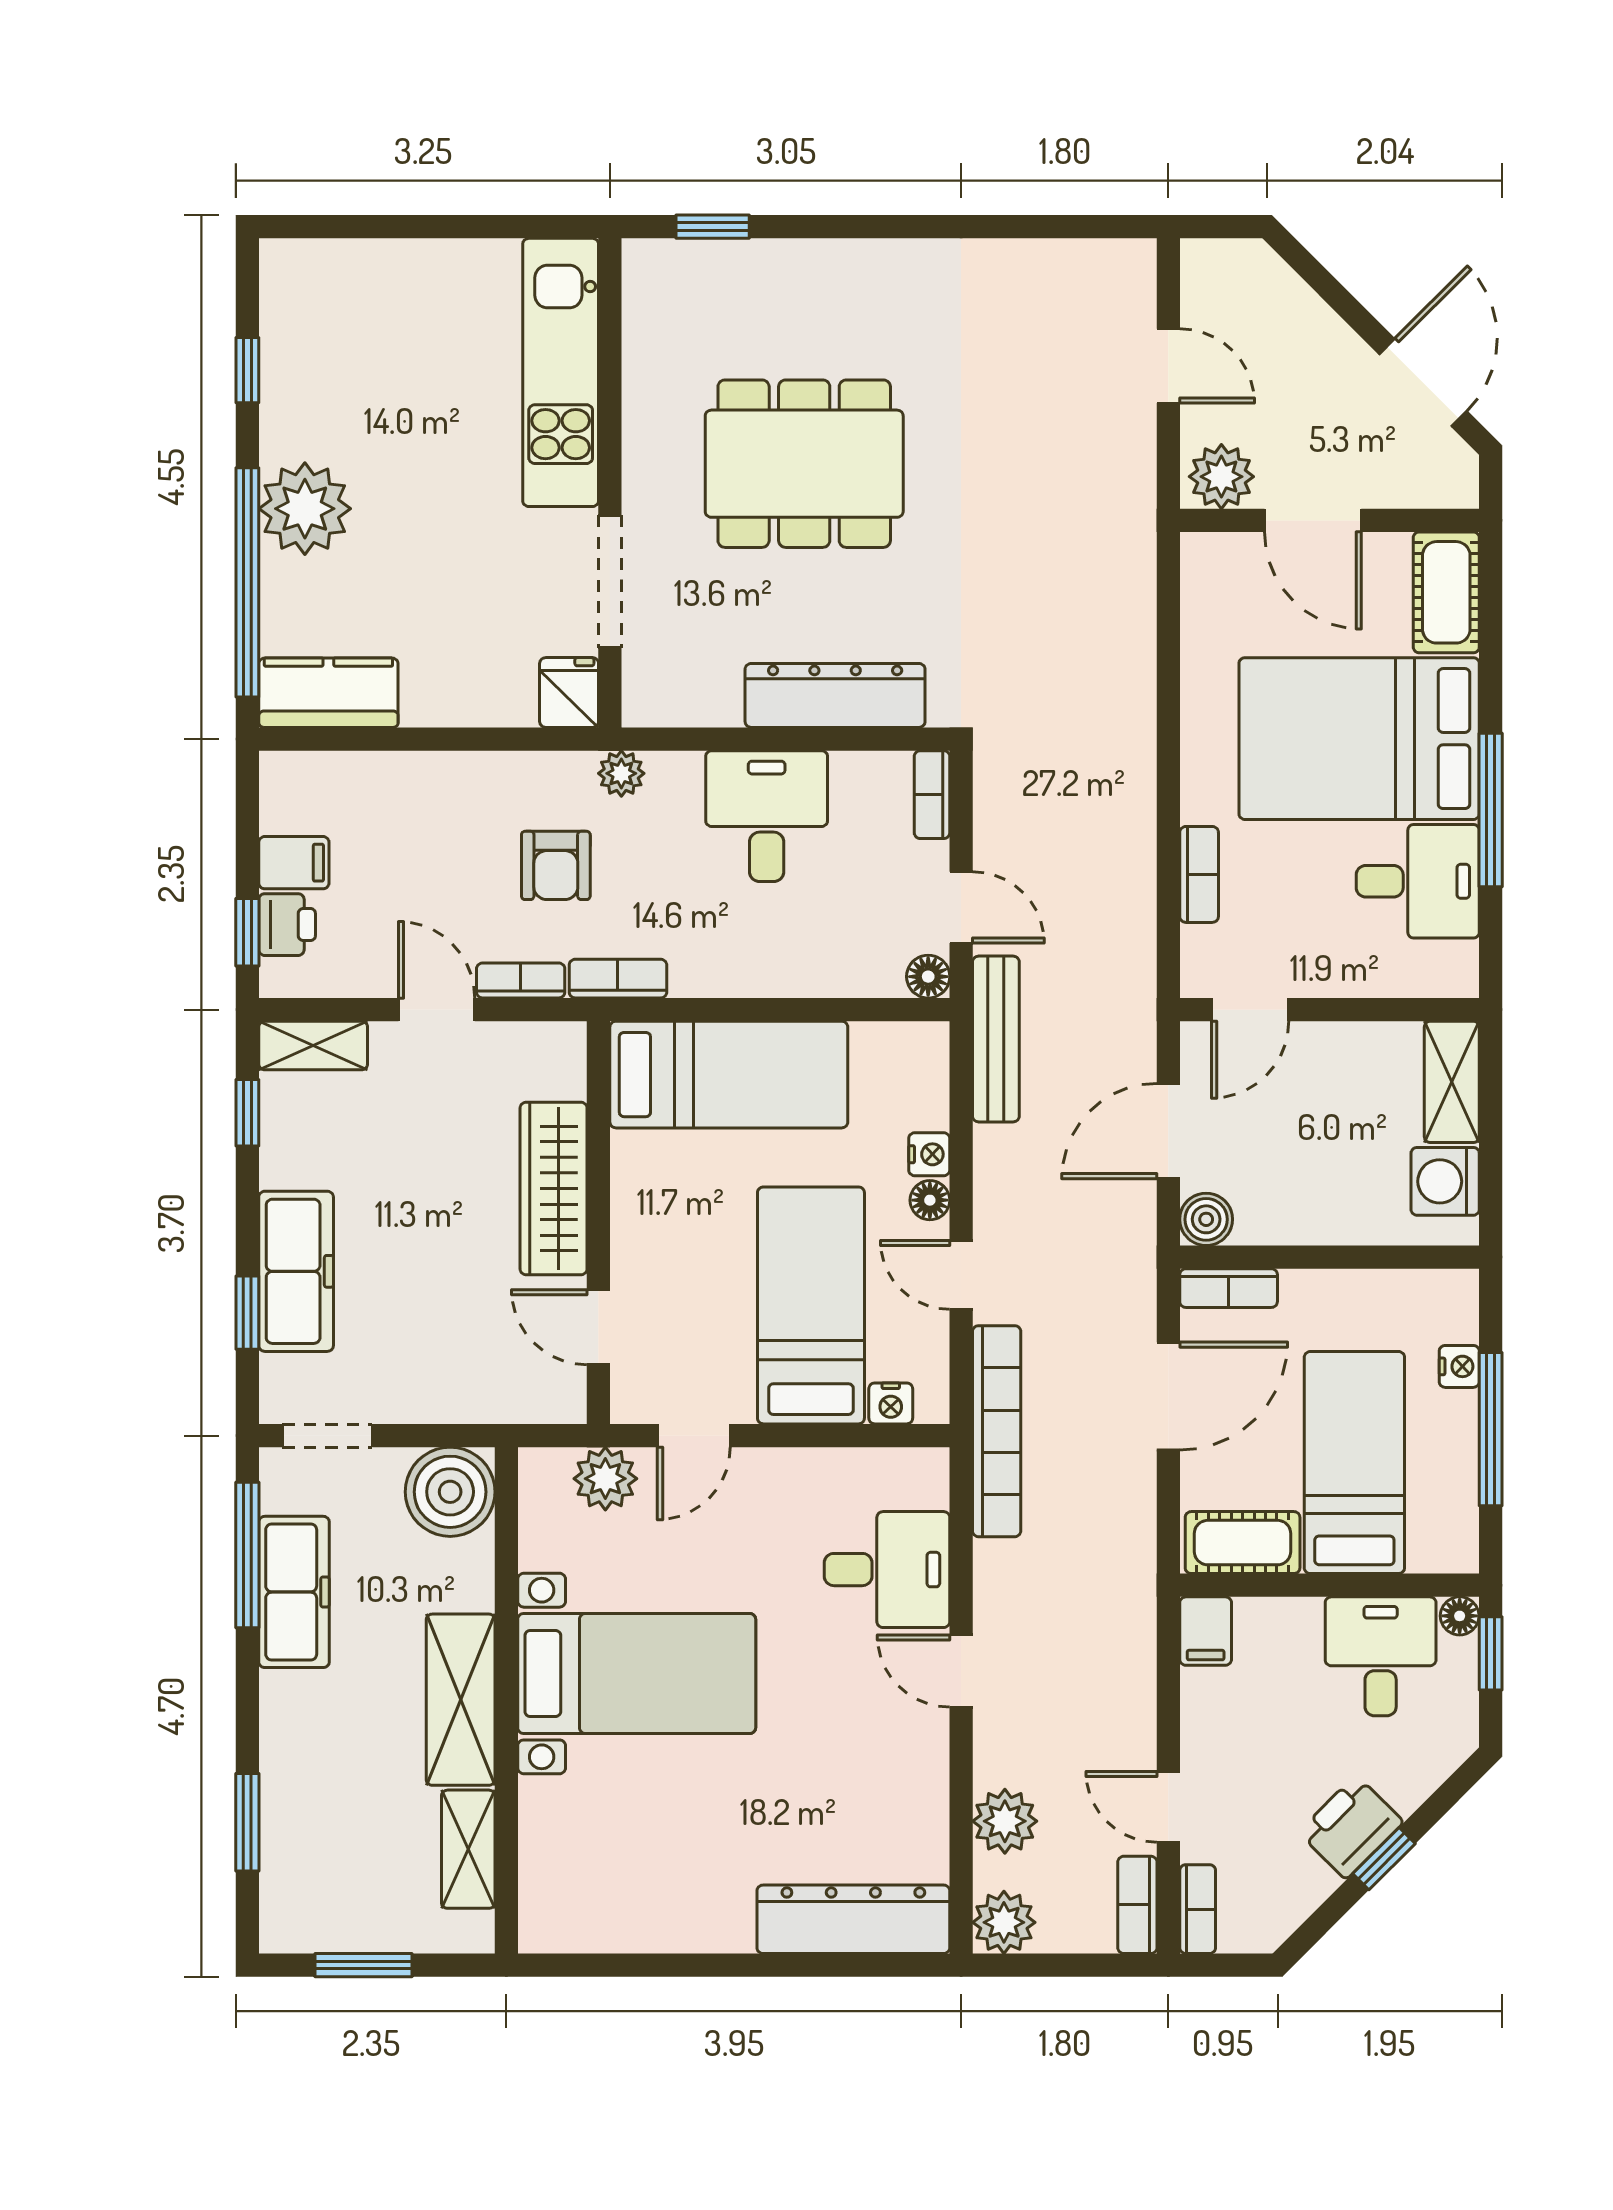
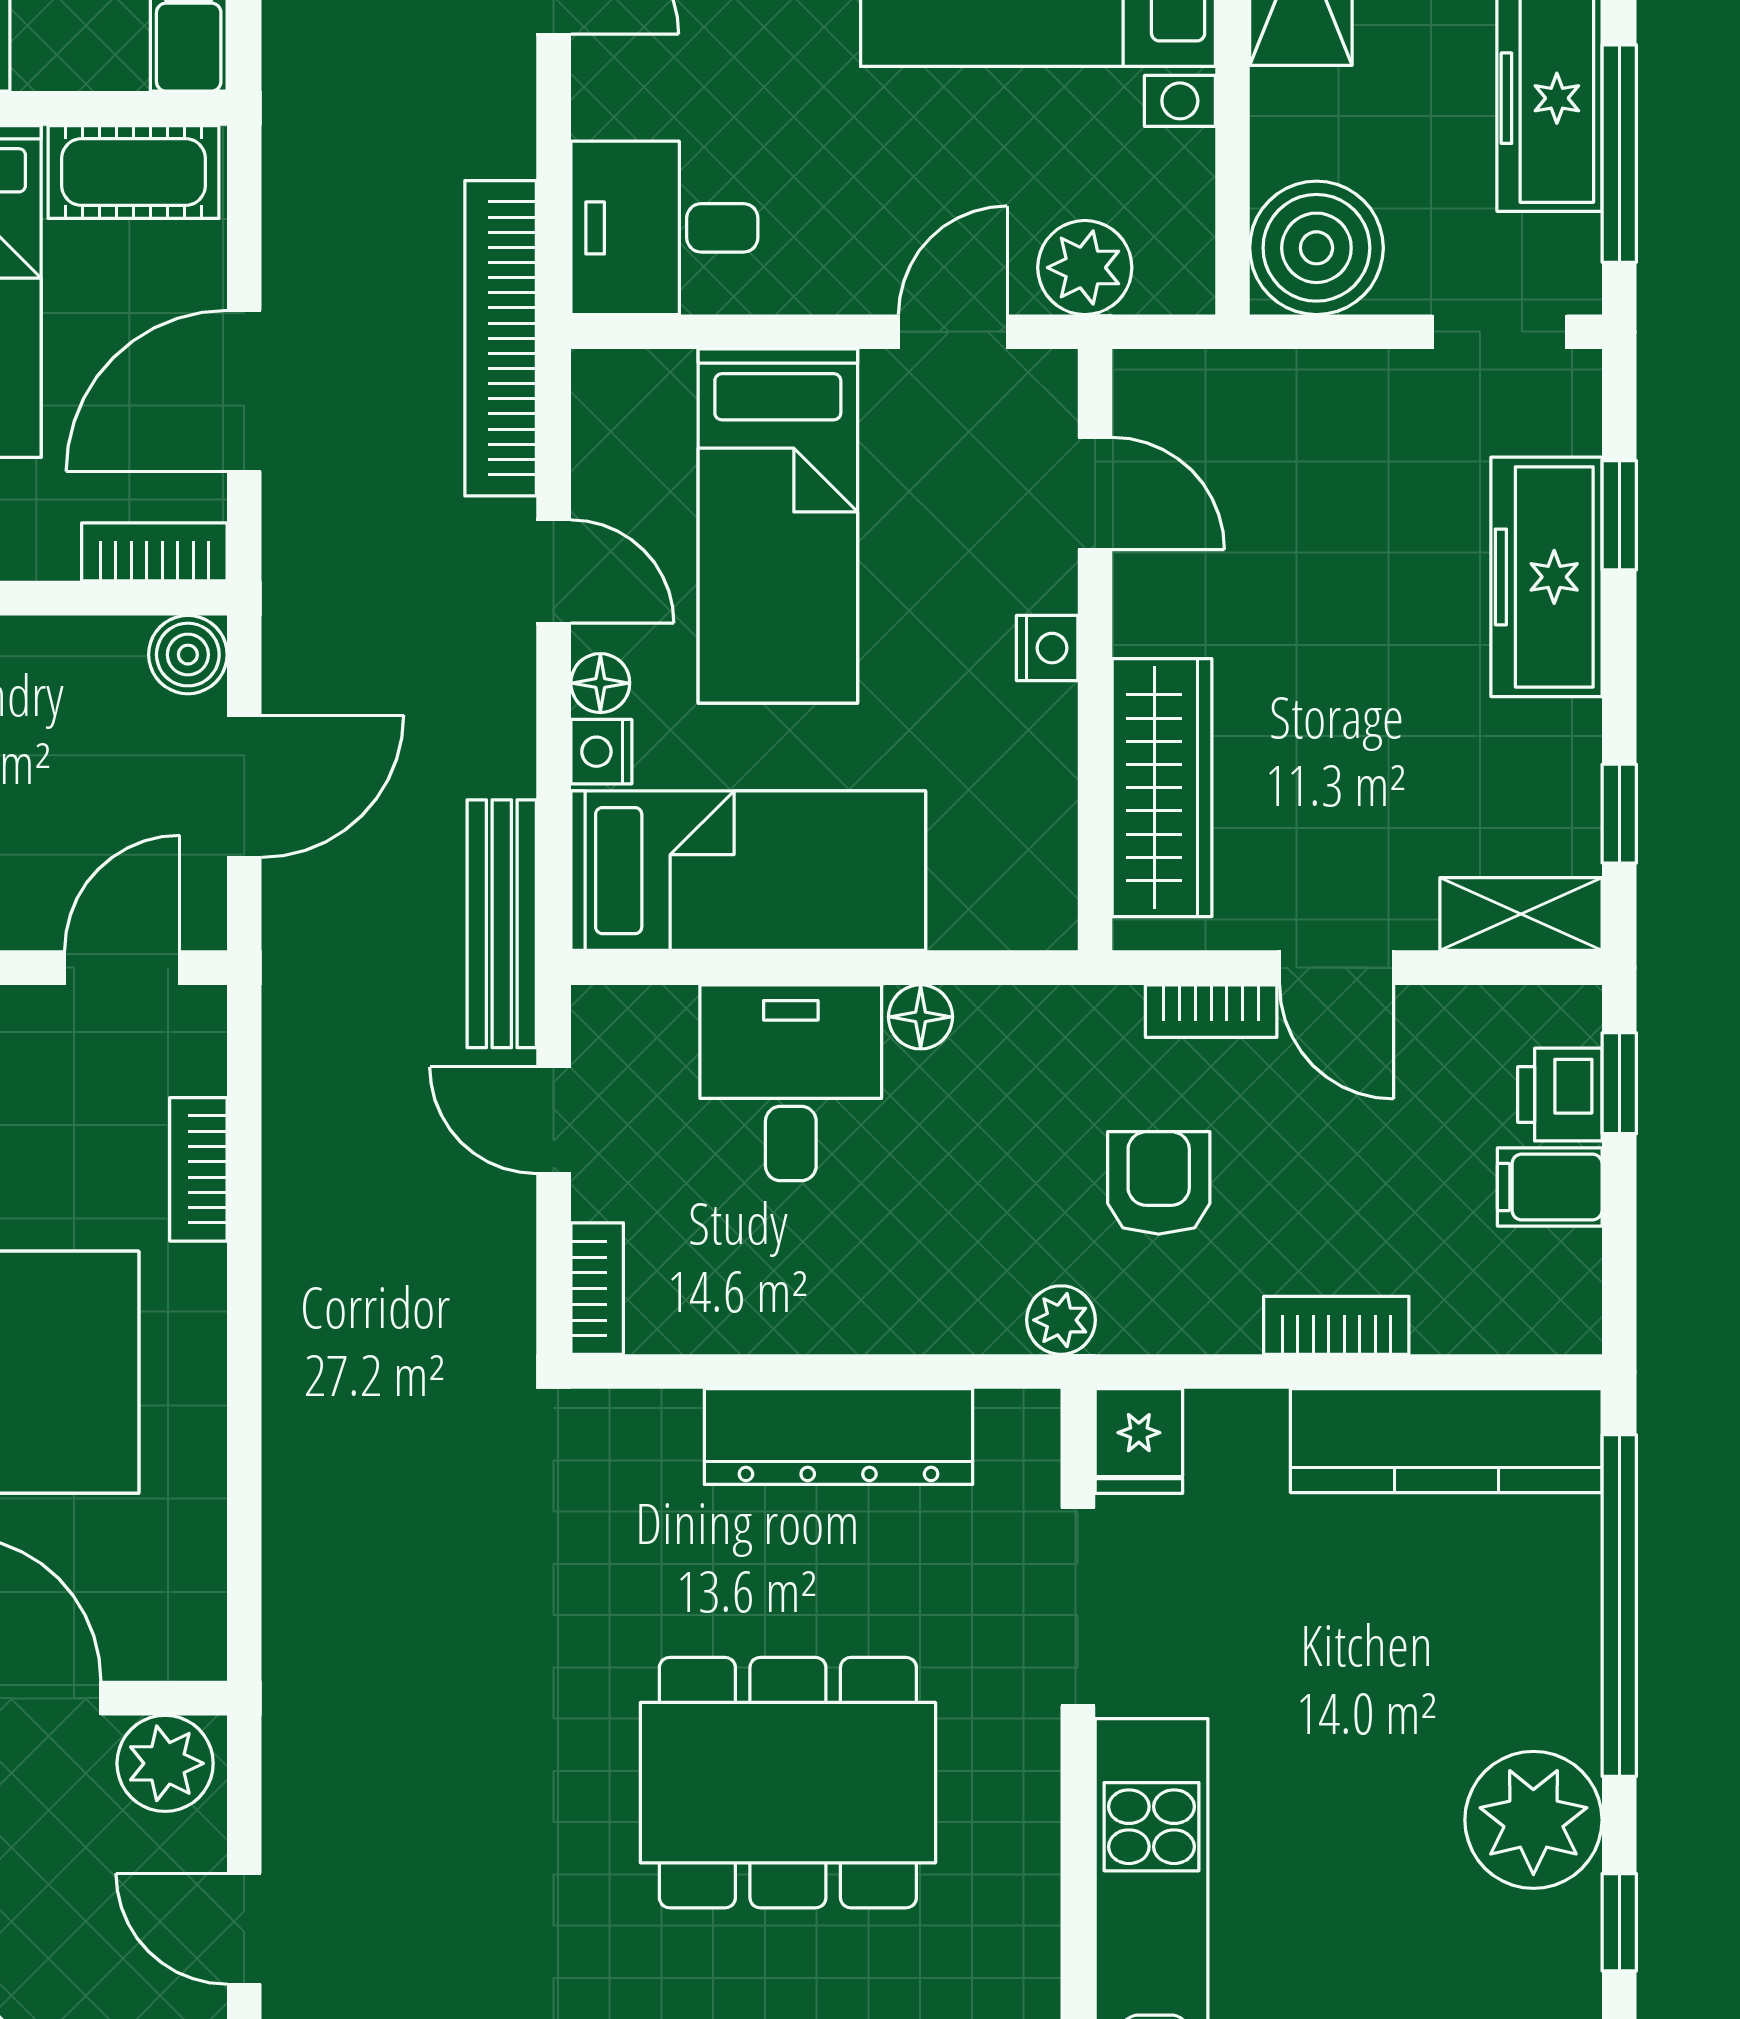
plant: (305, 509) -> (1533, 1820), moved
kitchen counter: (328, 693) -> (1446, 1441), width x1.50
dresser: (835, 695) -> (839, 1437), moved
desk: (767, 816) -> (791, 1083), moved, turned 180
floor lamp: (928, 977) -> (921, 1017), moved
bookcase: (618, 979) -> (1336, 1325), moved, turned 180
bed: (729, 1075) -> (748, 871), moved, turned 180
wardrobe: (554, 1189) -> (1162, 788), moved
nightstand: (891, 1403) -> (1047, 648), moved, turned 90
desk: (887, 1570) -> (664, 228), moved

